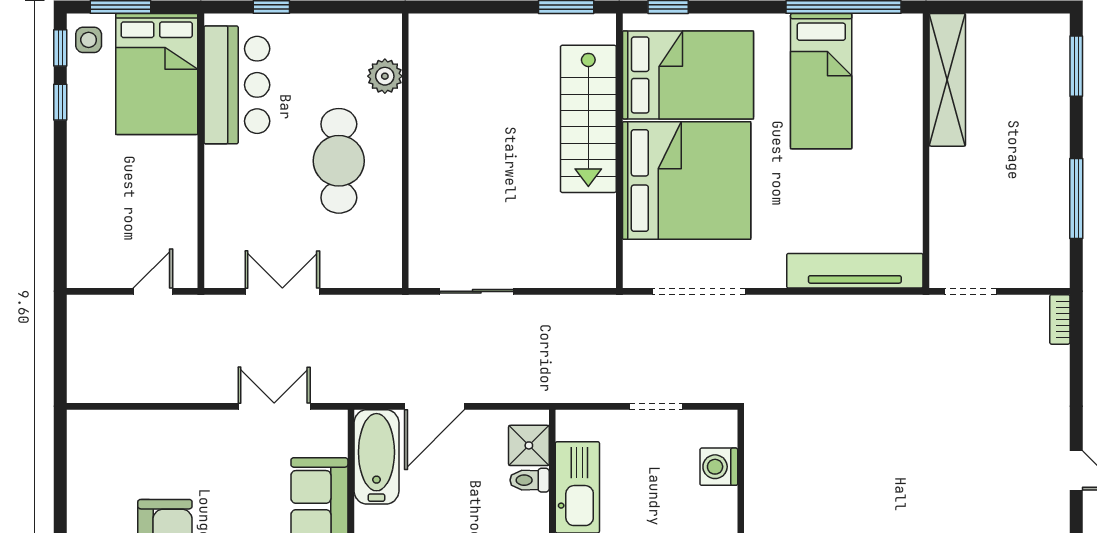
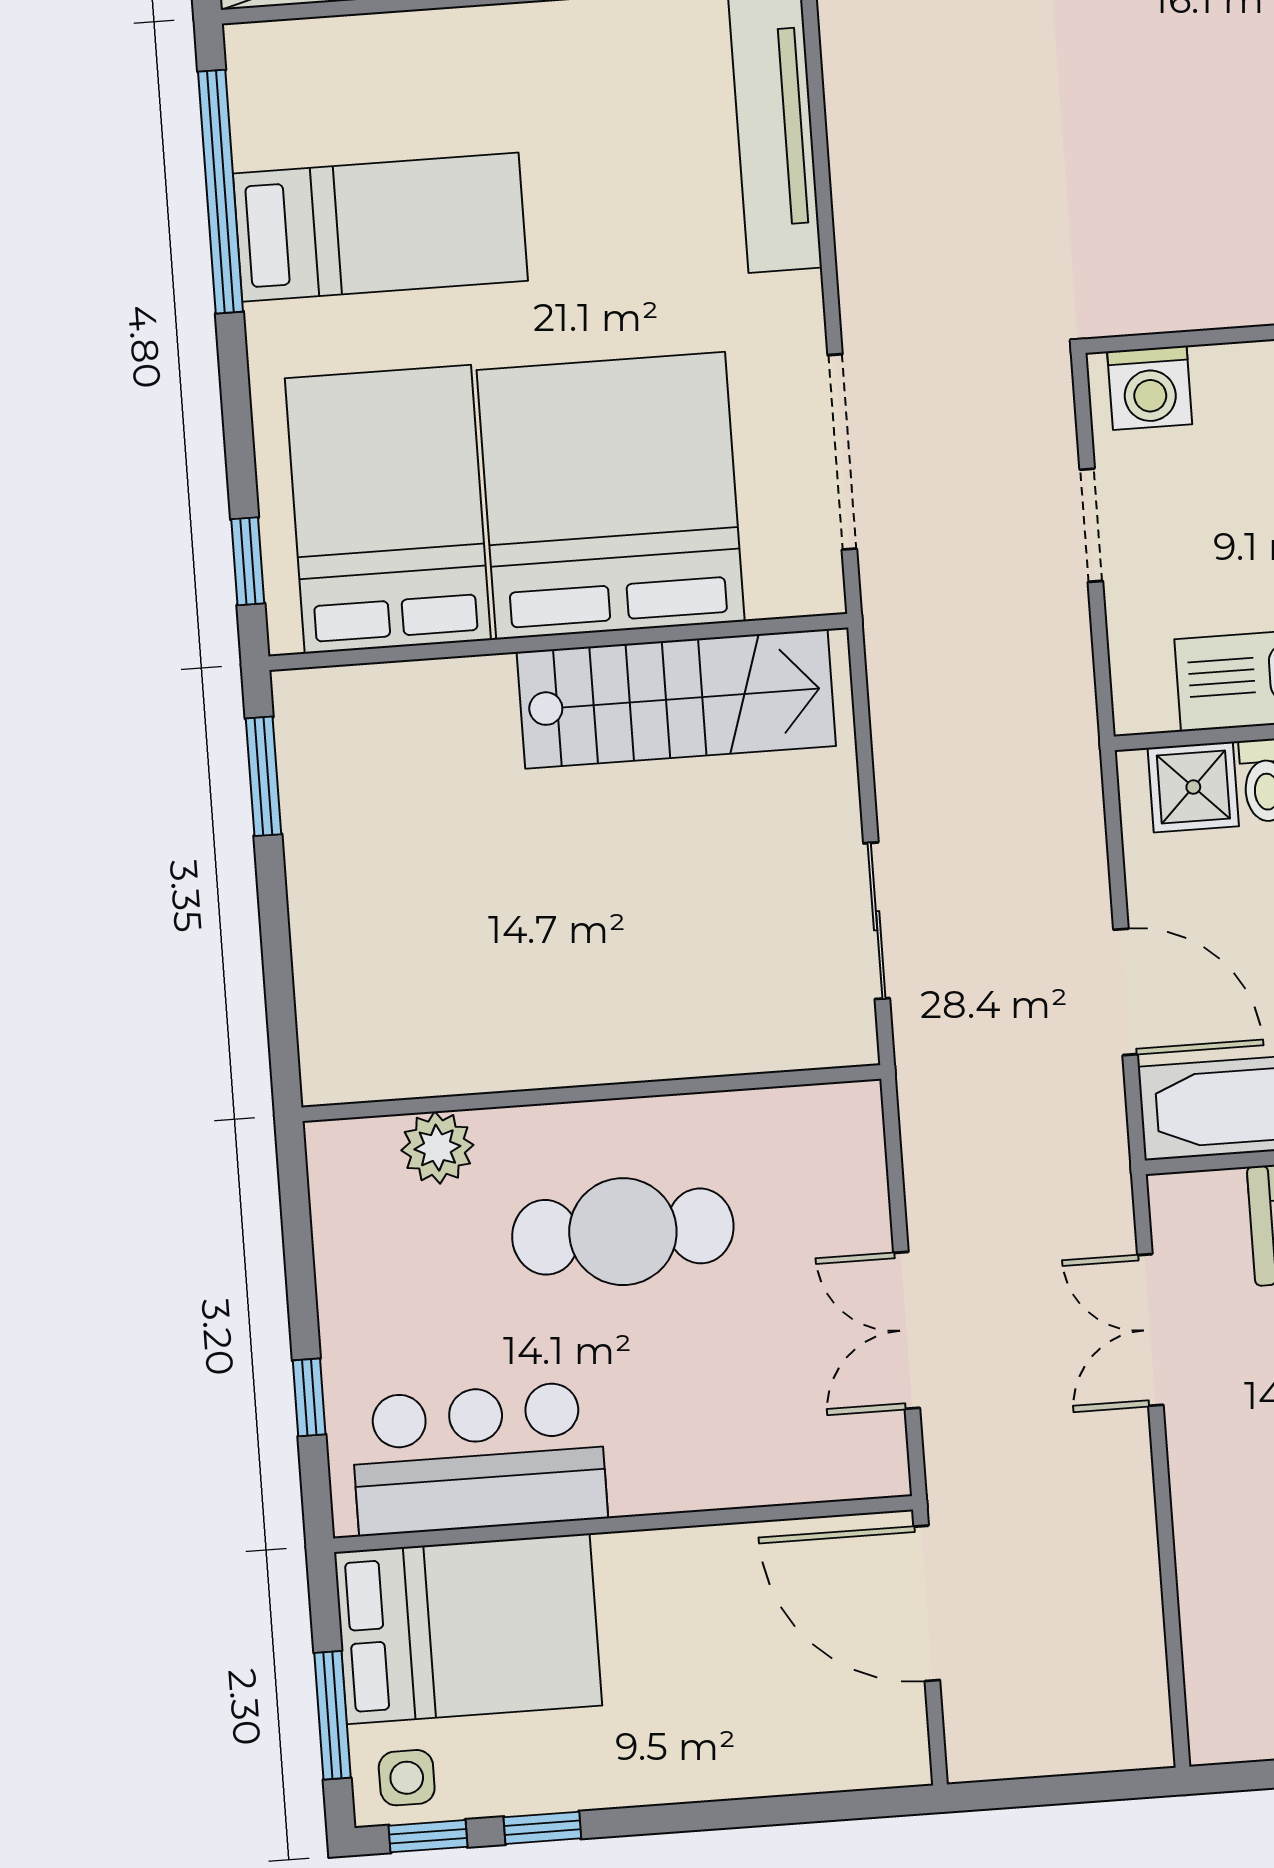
stairs: (588, 119) -> (676, 699), moved
door: (153, 291) -> (927, 1603), width x1.88
washing machine: (719, 467) -> (1150, 388), moved

